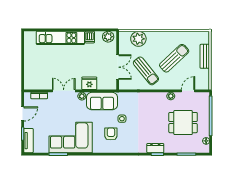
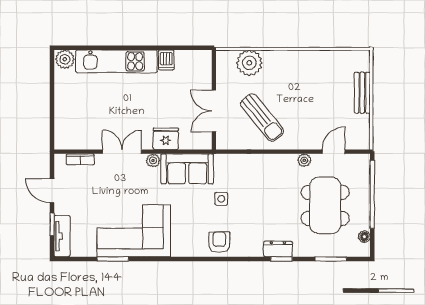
plant: (108, 37) -> (65, 59), moved
sun lounger: (174, 58) -> (310, 96), removed
double door: (118, 67) -> (214, 111), swing flipped
door: (23, 114) -> (52, 191), swing flipped
dining table: (183, 123) -> (325, 205), width x1.38
armchair: (111, 134) -> (219, 242), moved

